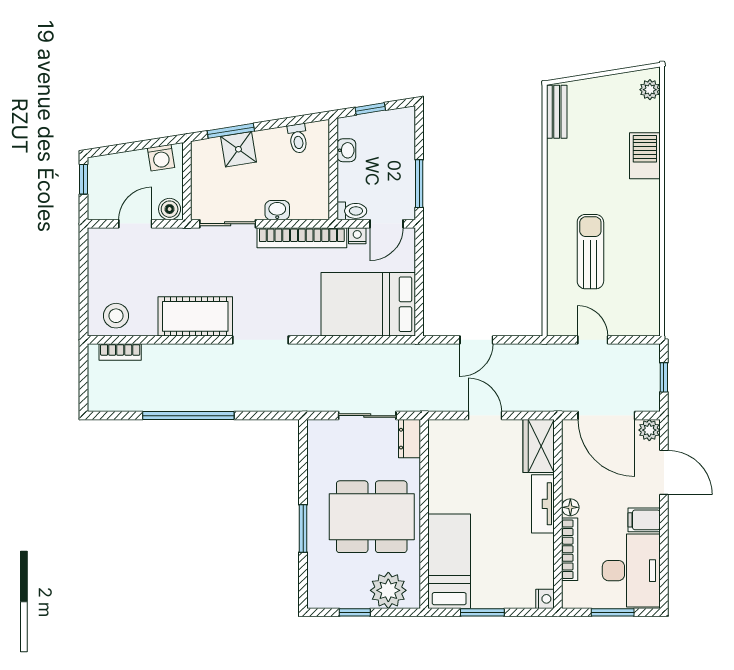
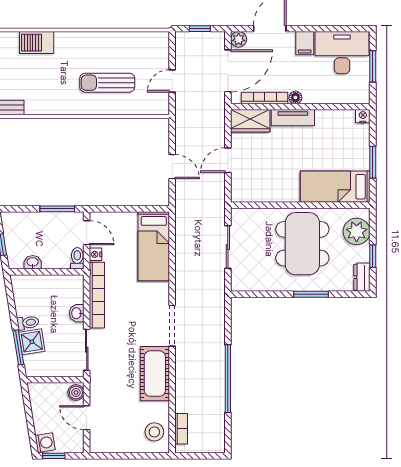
toilet: (298, 139) -> (28, 323), moved
washing machine: (161, 158) -> (45, 443), moved
bed: (368, 304) -> (154, 246), width x0.67
dresser: (409, 439) -> (362, 277), moved, turned 90
bookcase: (570, 549) -> (265, 98), moved

